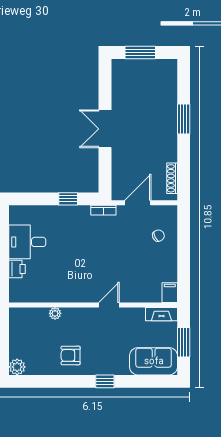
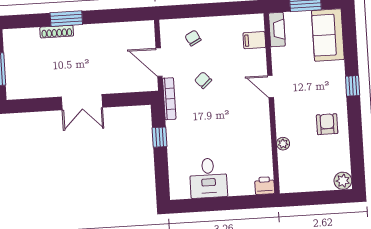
shoe rack: (172, 178) -> (57, 32), moved
bookcase: (103, 210) -> (169, 99), width x1.56
chair: (119, 243) -> (203, 80), added
printer: (17, 269) -> (265, 186), moved
filing cabinet: (170, 293) -> (254, 40), moved
armchair: (71, 355) -> (327, 124), turned 180

